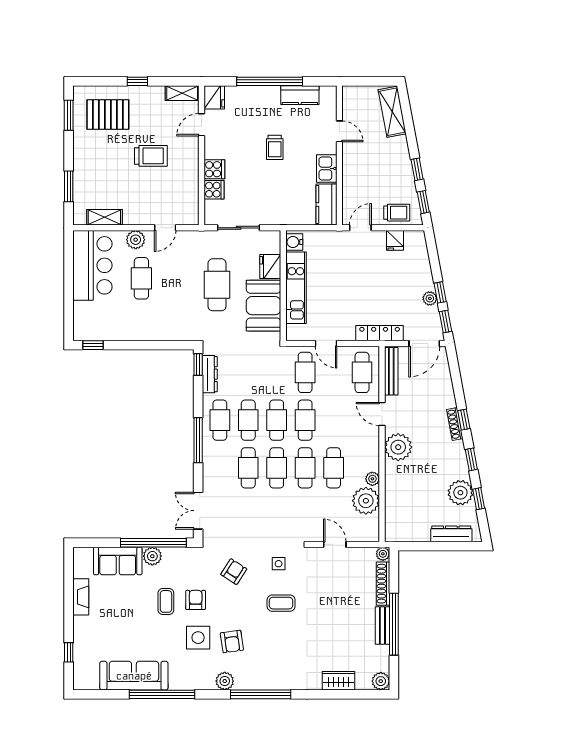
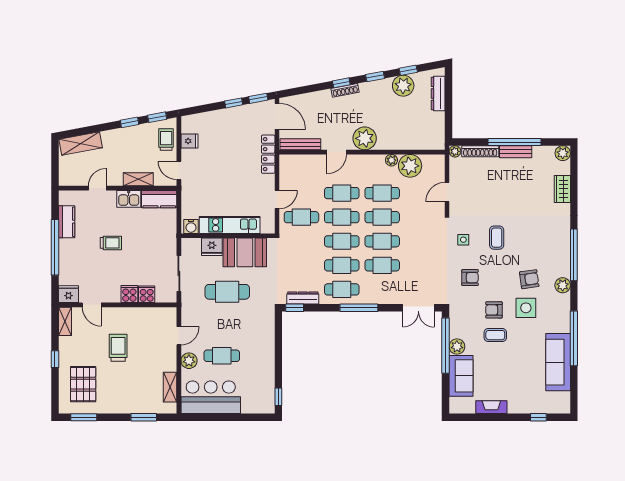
shelving: (350, 180) -> (138, 179), added
door: (165, 228) -> (179, 336), hinge flipped
plant: (430, 298) -> (239, 112), removed
cafe table: (362, 372) -> (342, 193), moved
armchair: (234, 572) -> (470, 278), turned 147

